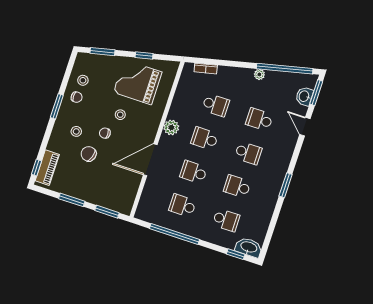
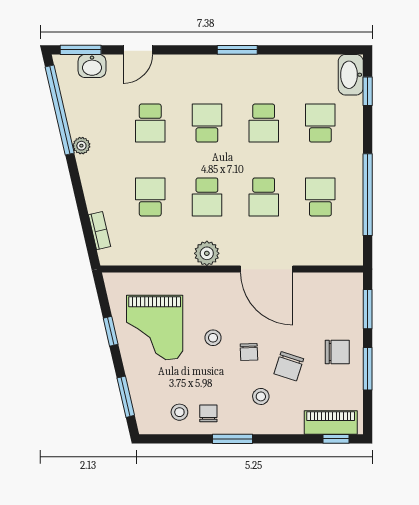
chair: (88, 185) -> (337, 352), added
school desk: (182, 206) -> (320, 197), turned 180

